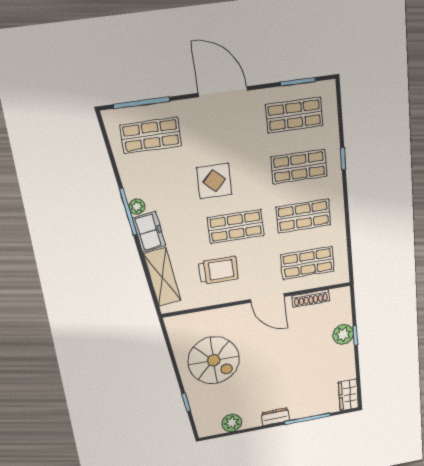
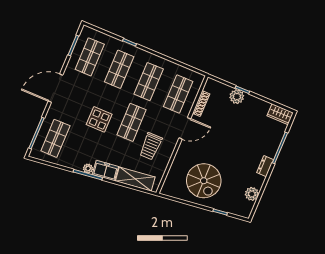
trolley: (218, 270) -> (151, 146), turned 180
spiral stairs: (214, 360) -> (204, 181), turned 90

